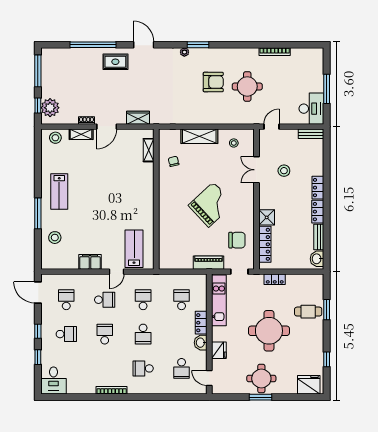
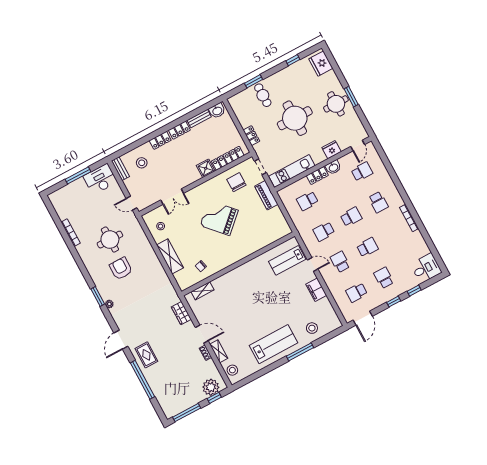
stool: (284, 171) -> (142, 163), moved
lab bench: (59, 192) -> (274, 344), width x1.36, depth x1.39
school desk: (105, 334) -> (367, 247), turned 180

